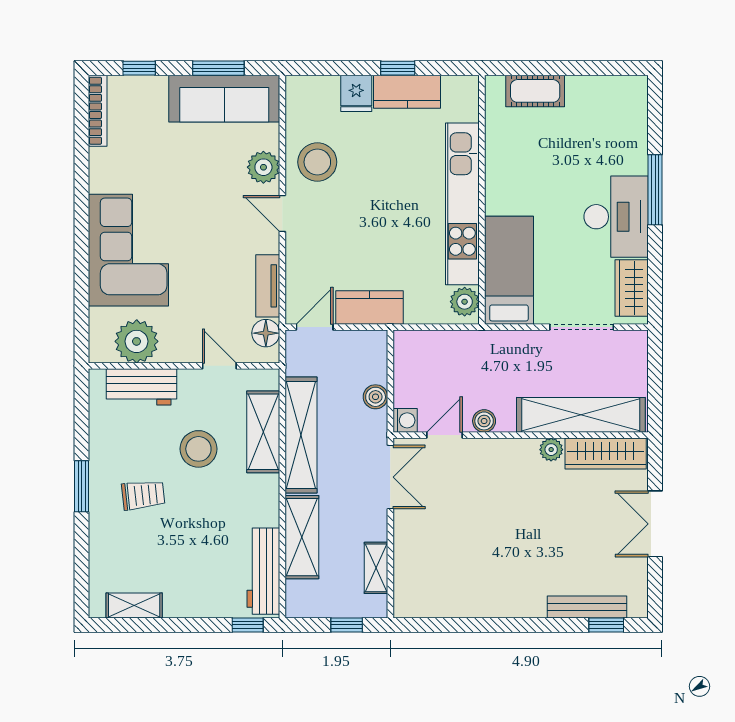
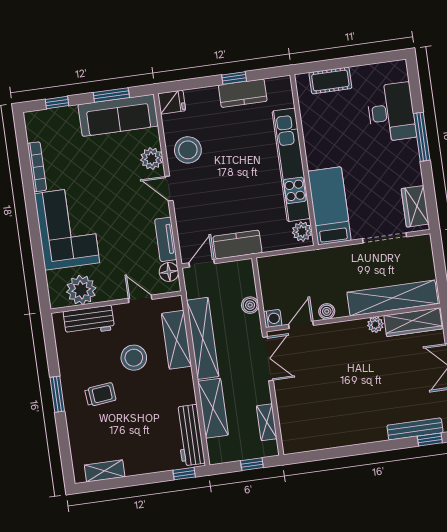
fridge: (356, 93) -> (172, 102), moved, turned -90
bookcase: (98, 111) -> (37, 167), moved
desk: (616, 217) -> (391, 112), moved

